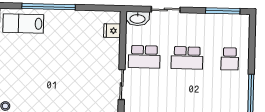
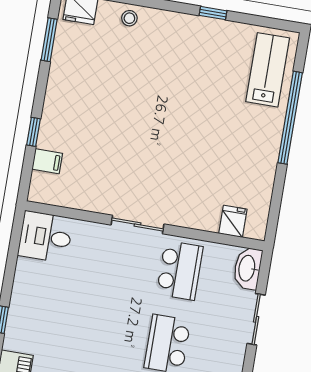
school desk: (144, 57) -> (180, 270), turned 180

